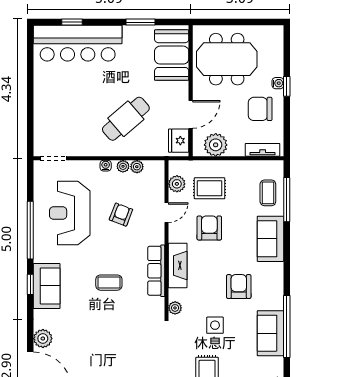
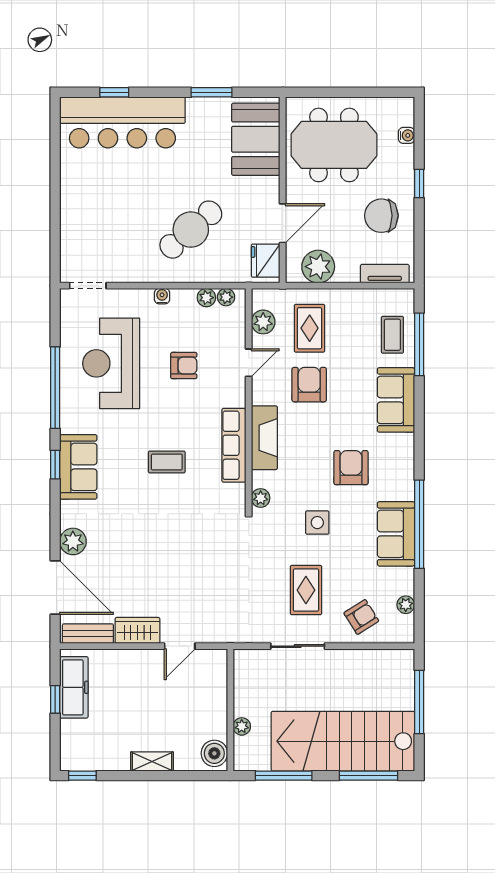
water cooler: (278, 83) -> (406, 135), moved
plant: (123, 166) -> (226, 297), moved
rug: (210, 188) -> (310, 328), turned 90
armchair: (121, 215) -> (184, 366), turned 69

